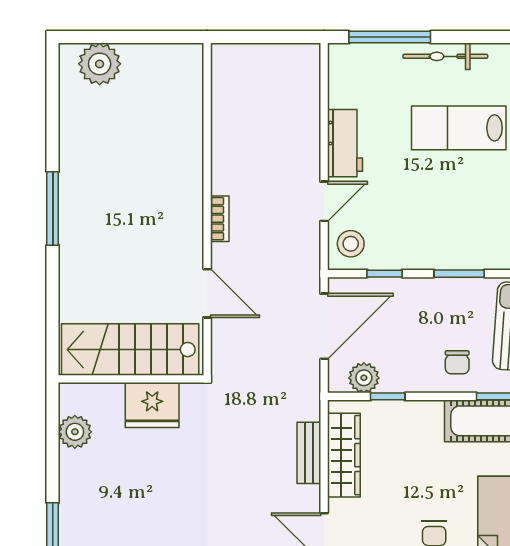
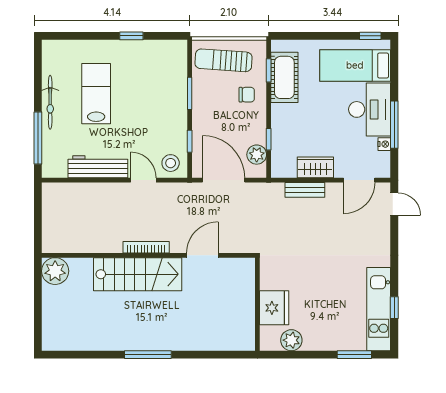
plant: (100, 64) -> (55, 271), moved
lab bench: (459, 128) -> (96, 94), turned 180
workbench: (345, 143) -> (98, 167), width x1.38
bookcase: (220, 219) -> (146, 247), width x1.56
stairs: (130, 350) -> (138, 274), moved, turned -90
fridge: (152, 405) -> (274, 308), moved
wardrobe: (344, 455) -> (315, 167), width x0.67

